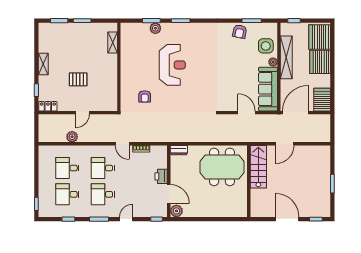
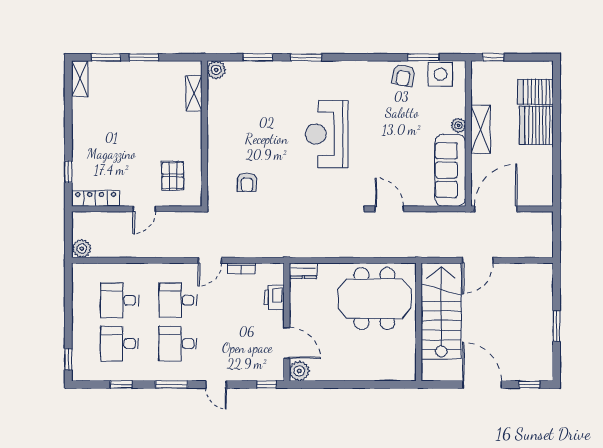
plant: (155, 28) -> (216, 70), moved
server rack: (320, 37) -> (535, 92), width x0.62
side table: (266, 46) -> (440, 74), moved
shelving: (286, 57) -> (481, 129), width x0.68
shelving: (43, 64) -> (80, 79), moved
reception desk: (172, 65) -> (327, 134), moved, turned 180
pallet: (78, 79) -> (173, 176), moved, turned 90
server rack: (322, 100) -> (540, 187), removed
locker: (48, 106) -> (96, 198), width x1.53
door: (246, 113) -> (389, 209), moved
plant: (72, 137) -> (82, 249), moved
door: (122, 144) -> (210, 260), hinge flipped
stairs: (258, 167) -> (441, 311), width x1.36, depth x1.51
printer: (161, 176) -> (274, 297), moved
door: (126, 219) -> (216, 384), swing flipped

